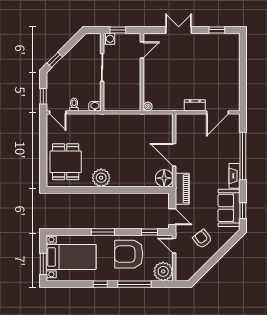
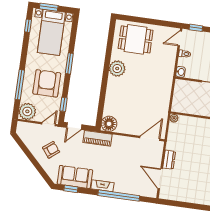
door: (174, 155) -> (150, 138), moved
window: (100, 284) -> (28, 26), moved

